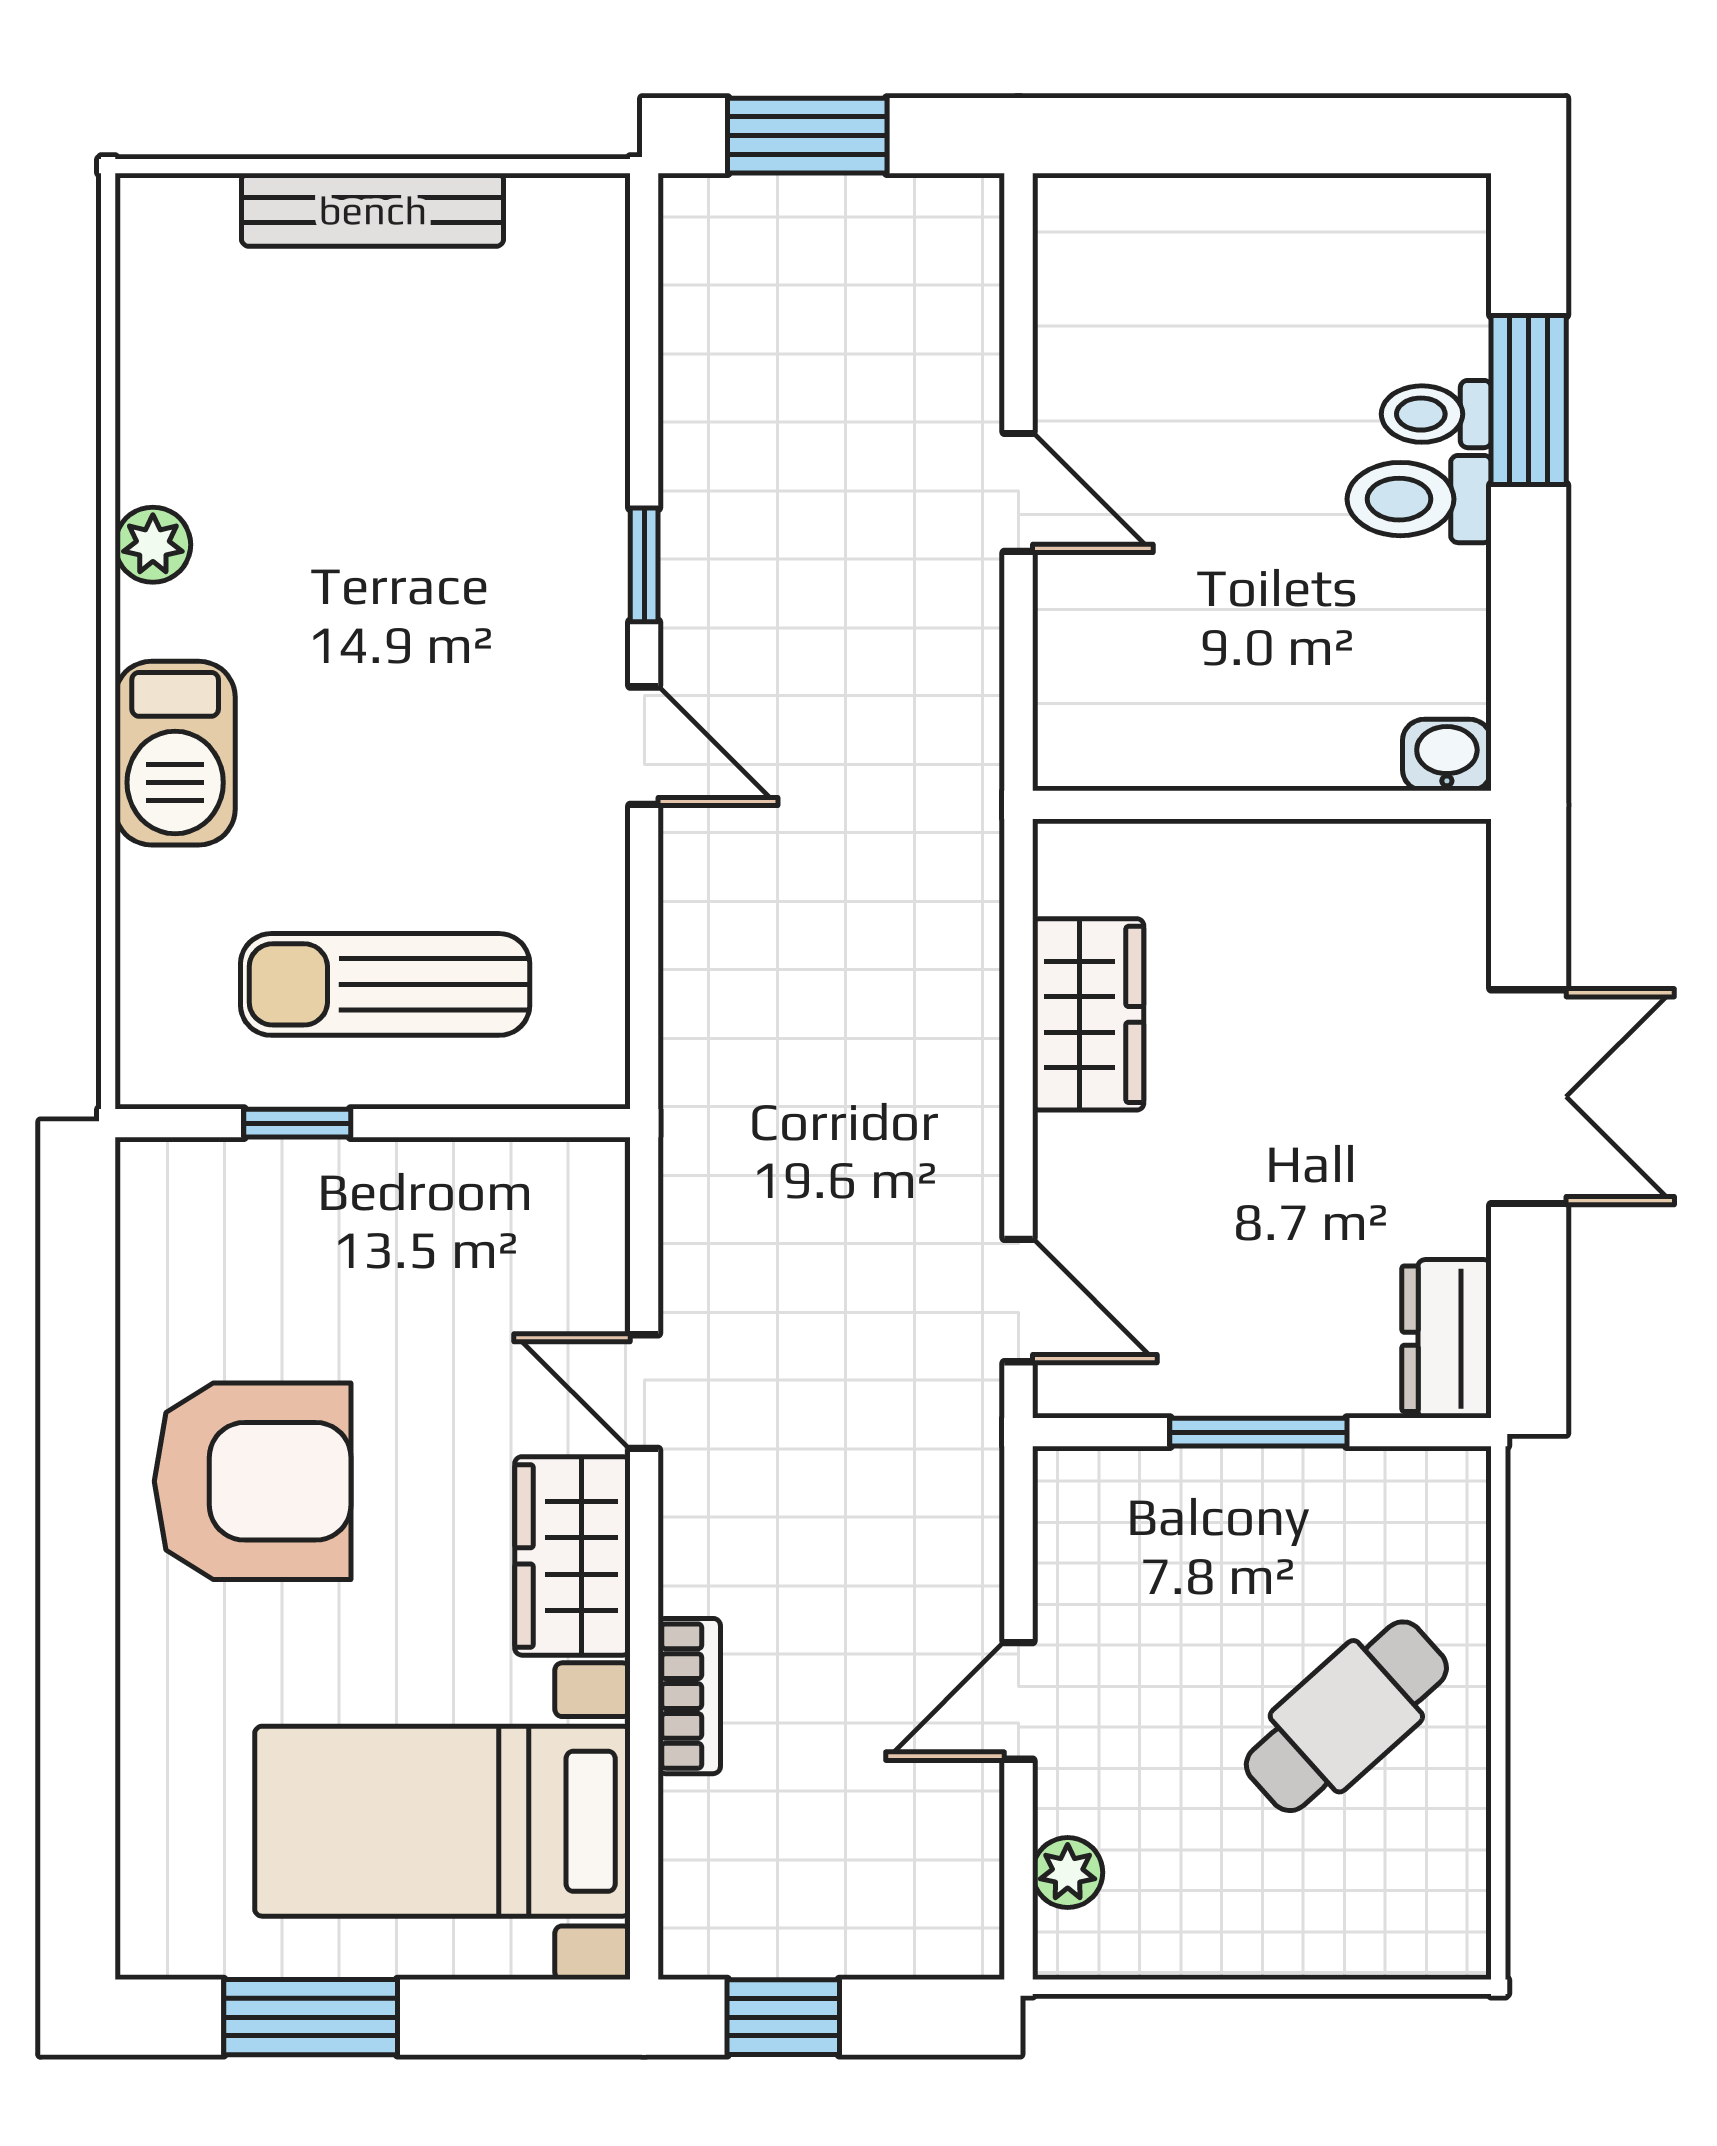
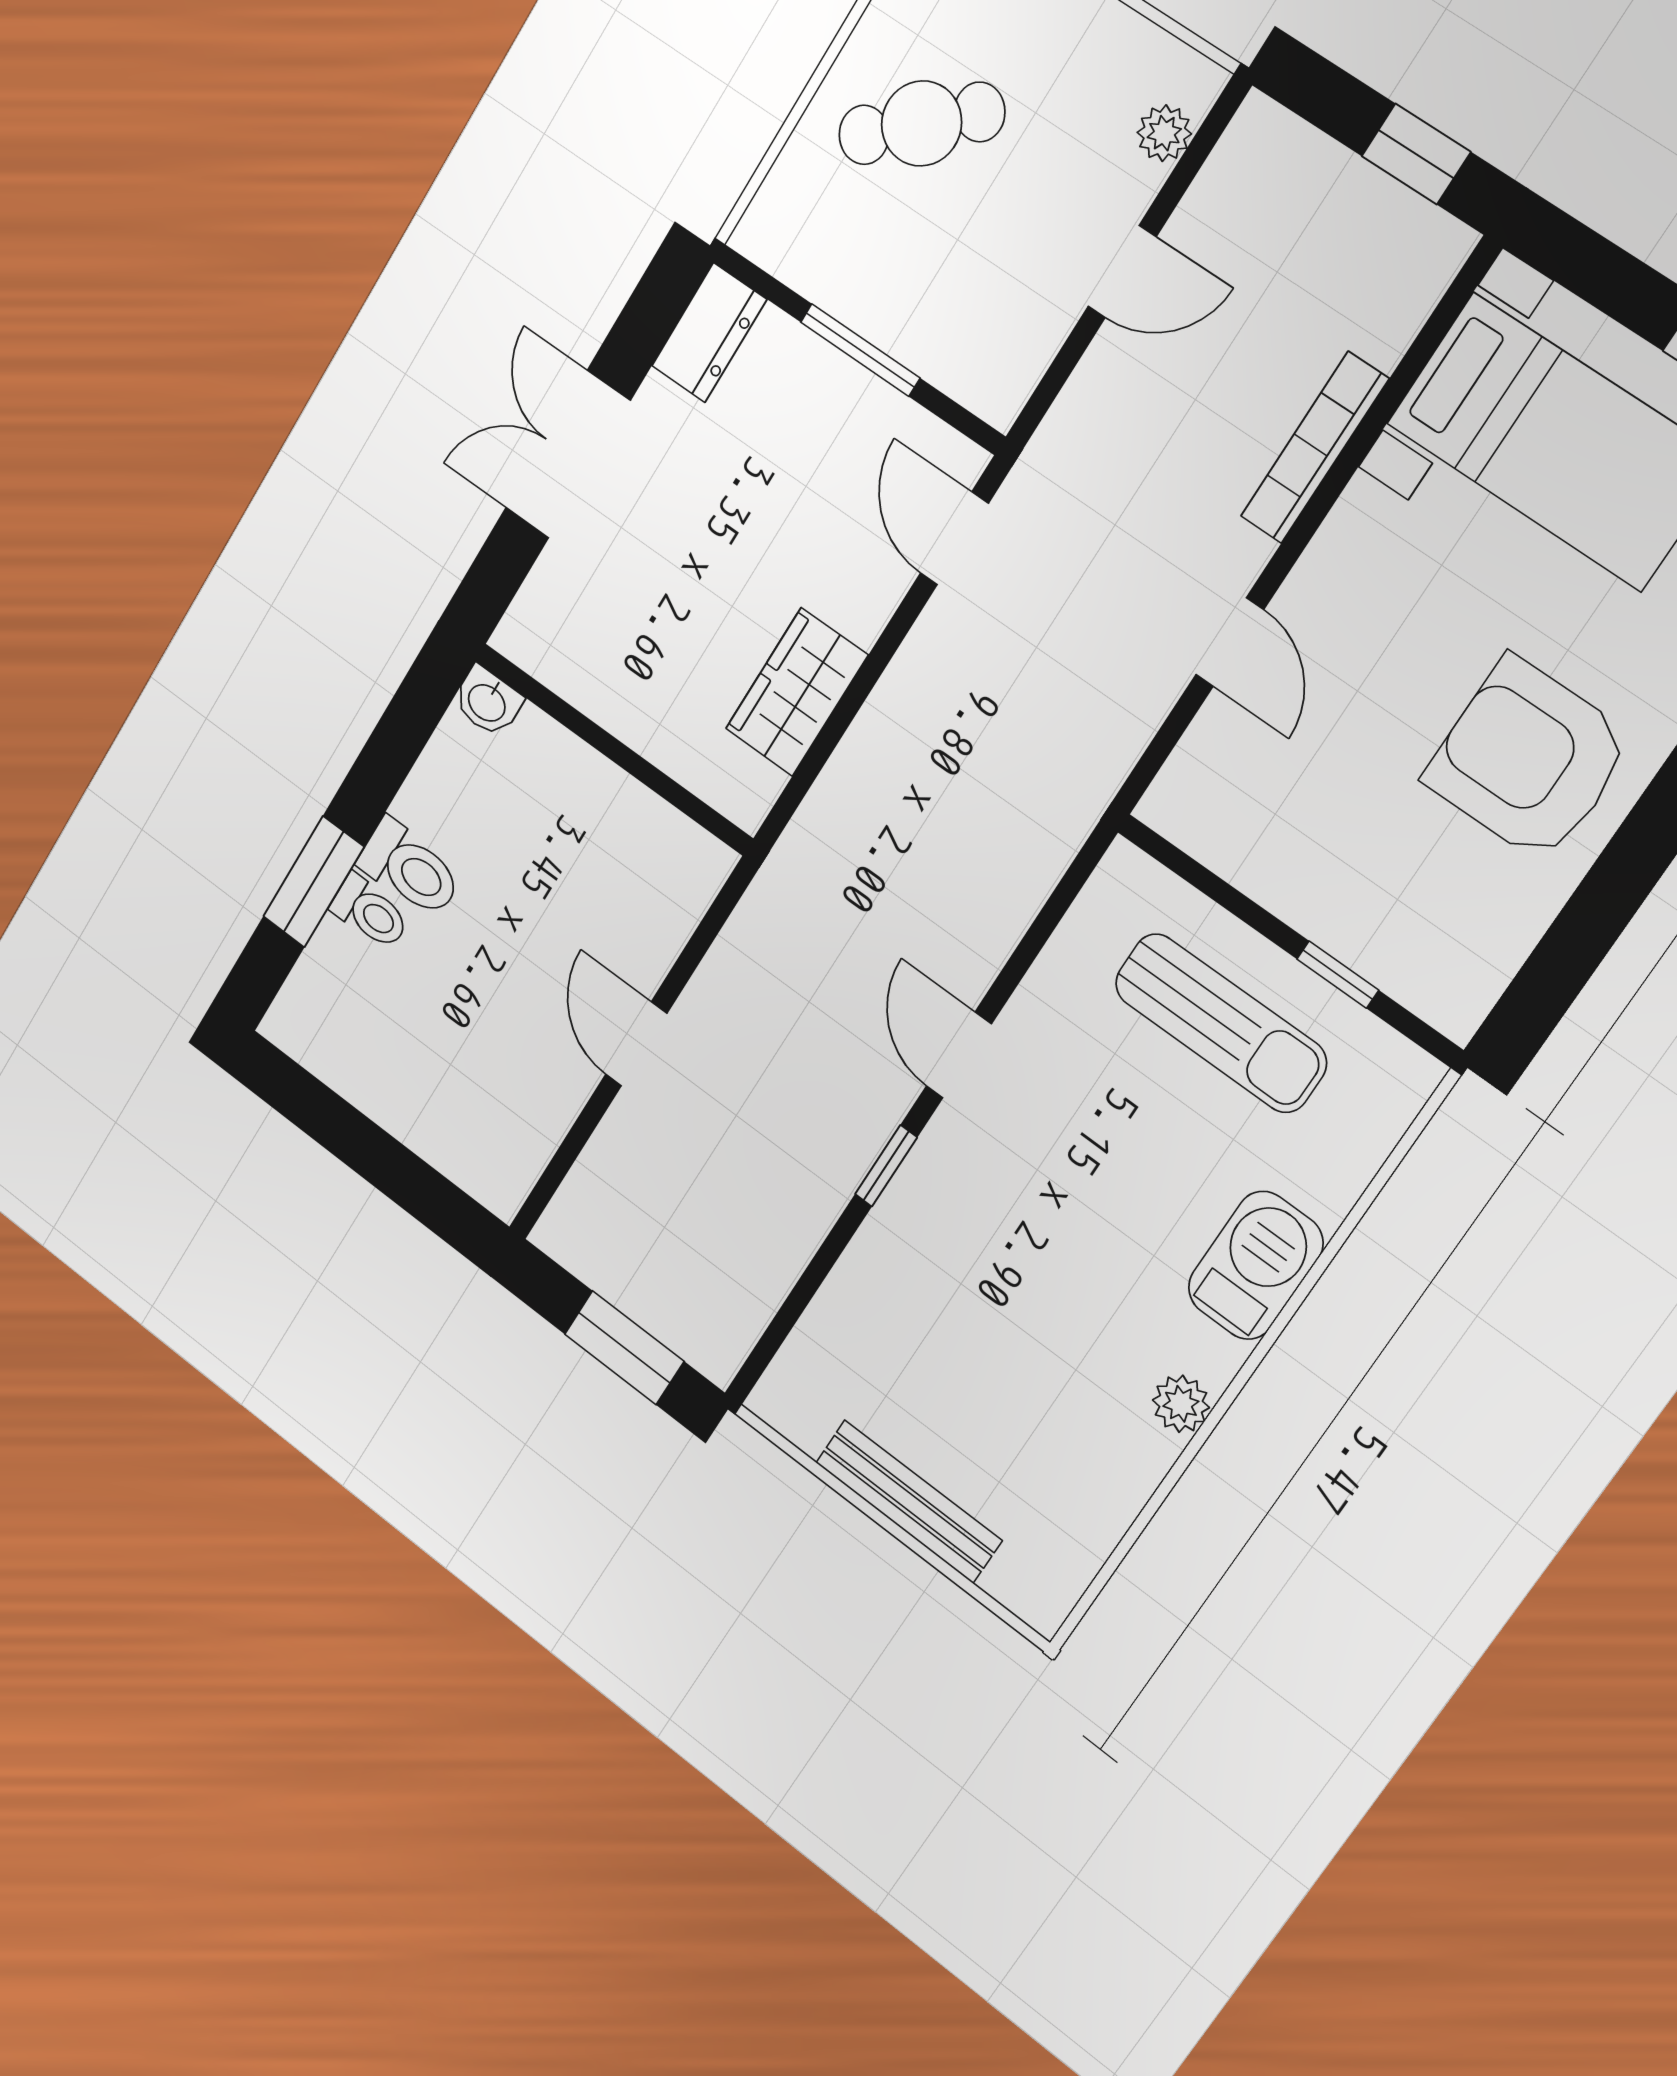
wardrobe: (572, 1556) -> (1349, 565), removed
bookcase: (689, 1696) -> (1315, 448), width x1.56

